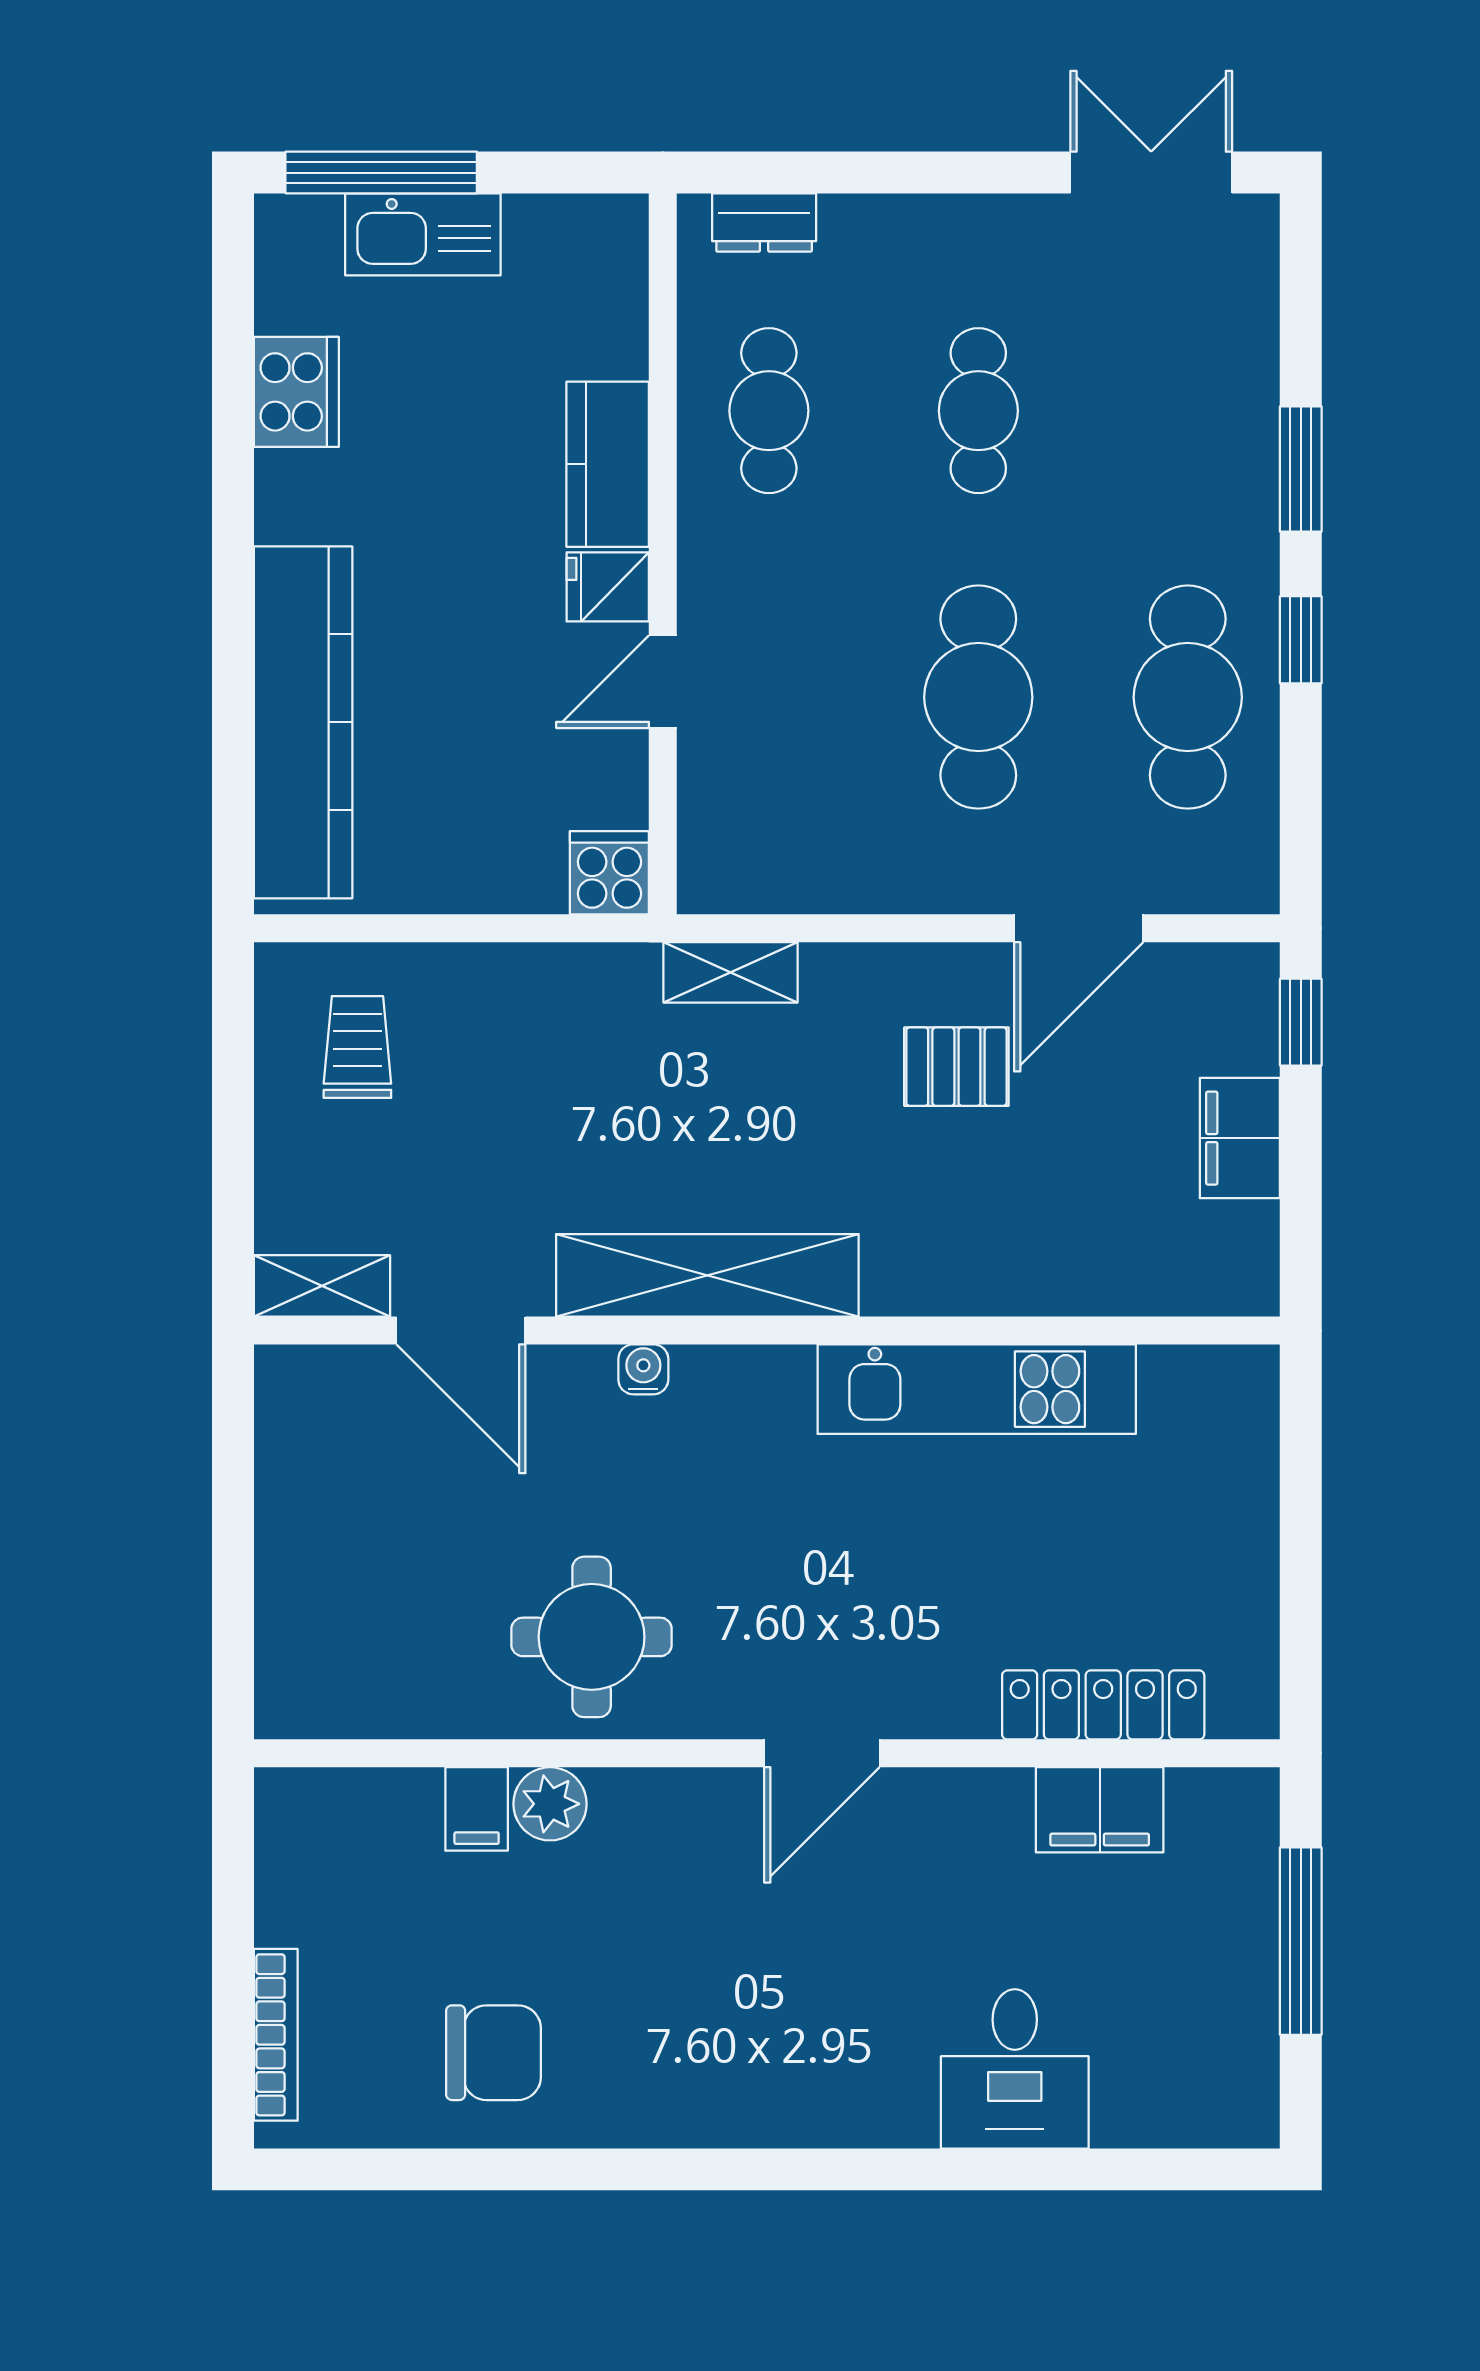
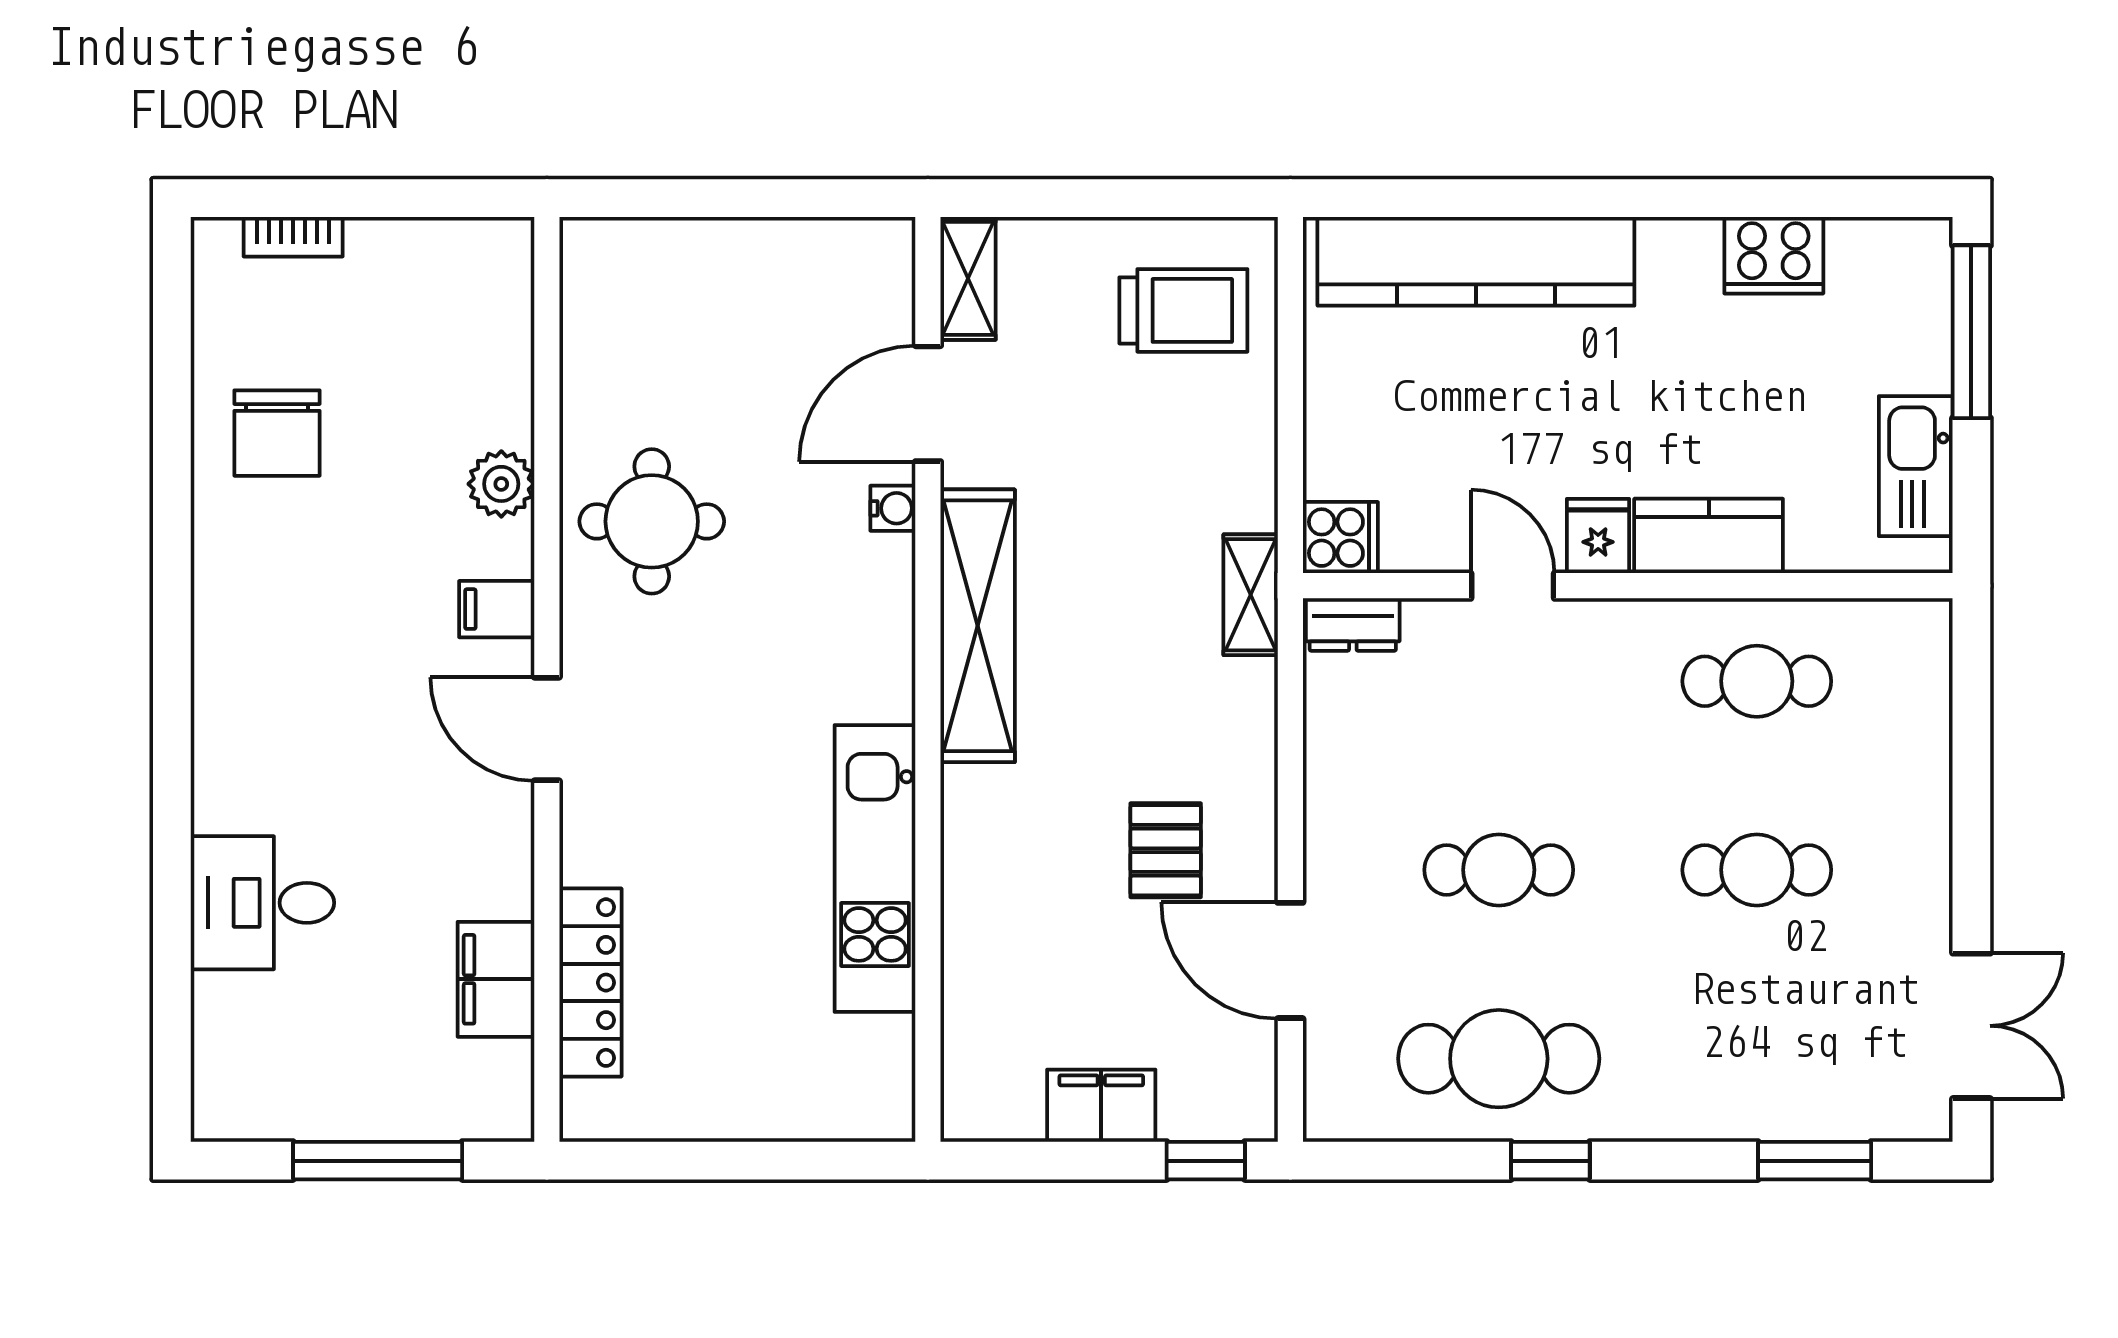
dresser: (764, 223) -> (1353, 624), moved, turned -90
kitchen sink: (423, 234) -> (1916, 466), moved
window: (1301, 469) -> (1815, 1161), moved
cafe table: (978, 697) -> (1499, 870), width x0.73, depth x0.74
shelving: (730, 972) -> (1251, 595), moved
trolley: (357, 1047) -> (1183, 310), width x1.36, depth x1.39
water cooler: (643, 1369) -> (893, 508), moved
filing cabinet: (477, 1809) -> (497, 609), moved
bookcase: (276, 2035) -> (293, 237), width x0.64

